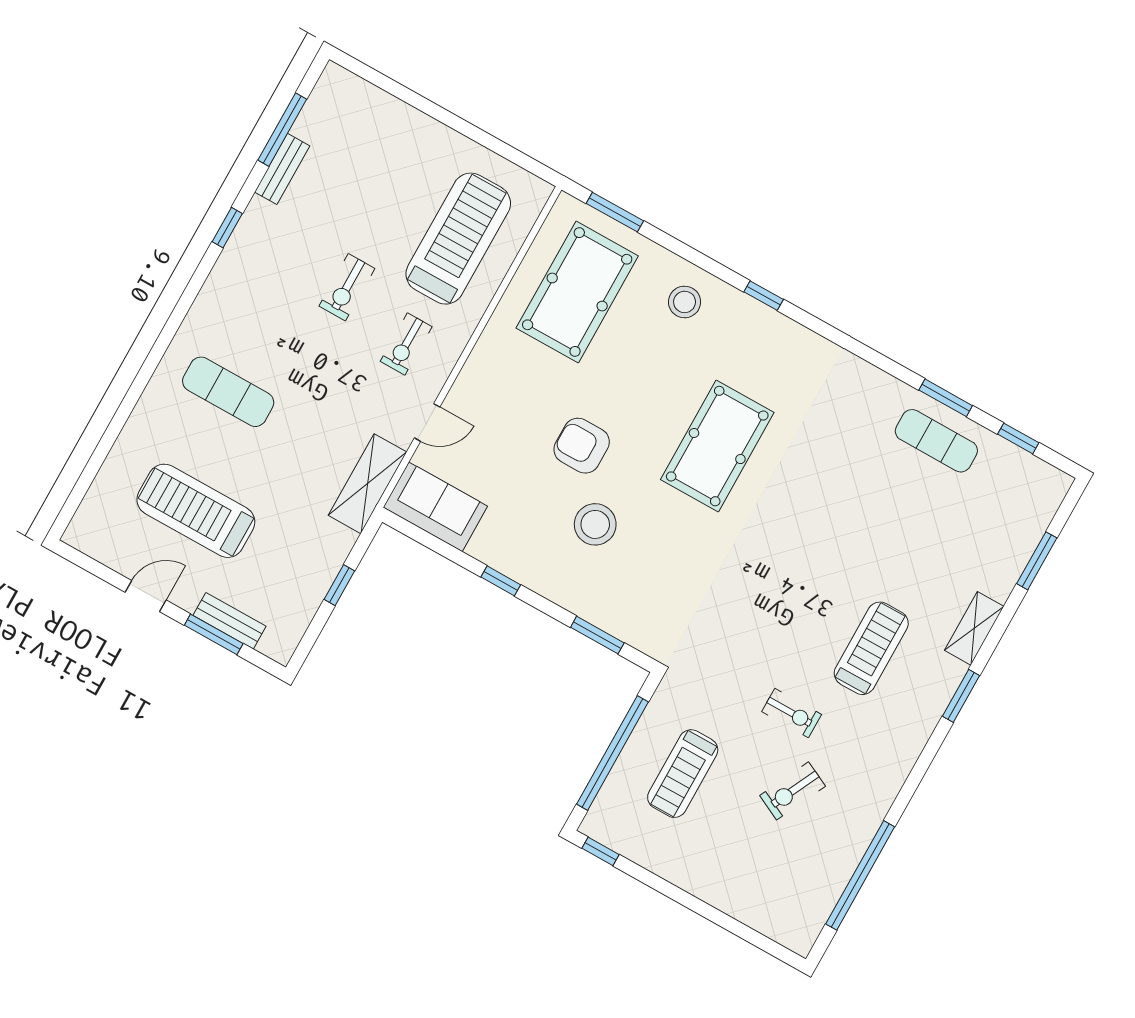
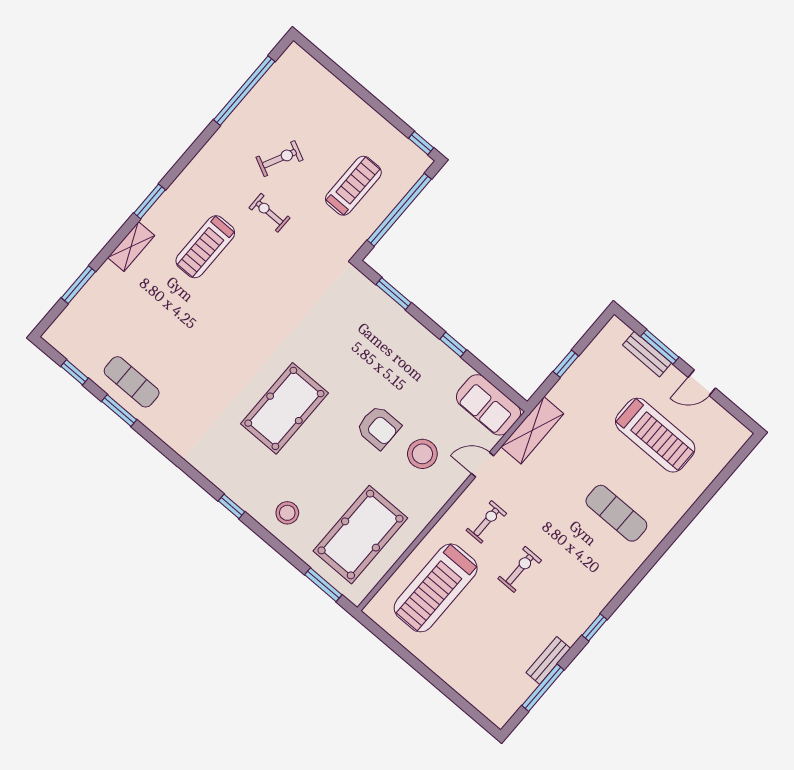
stool: (595, 524) -> (422, 454), moved

